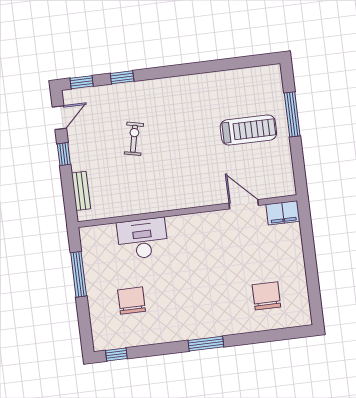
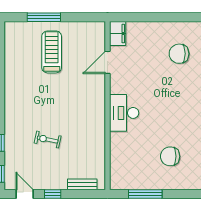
desk: (142, 239) -> (124, 113), moved

